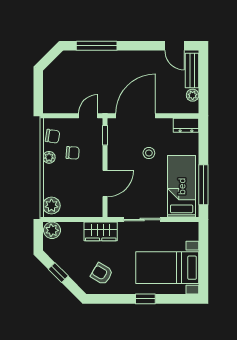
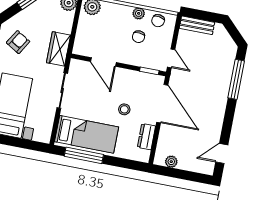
bench: (192, 70) -> (197, 25), moved
dresser: (186, 125) -> (146, 137), moved

